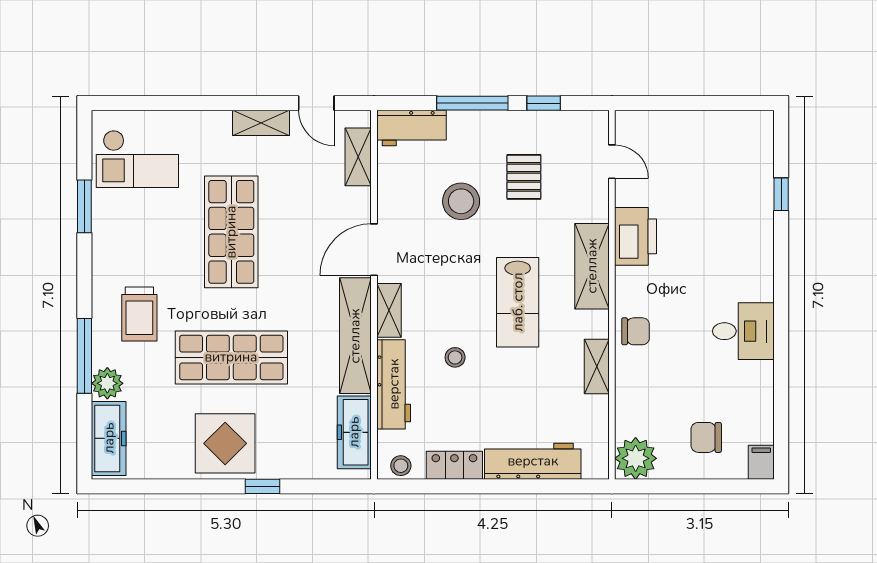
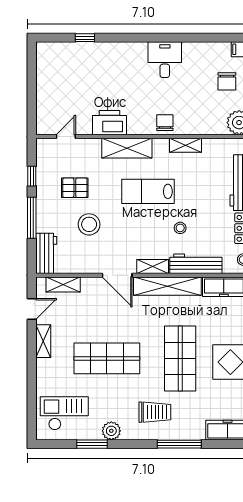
checkout: (137, 159) -> (64, 413), turned -90
lab bench: (518, 302) -> (148, 191), turned 180
plant: (107, 383) -> (111, 431), moved

